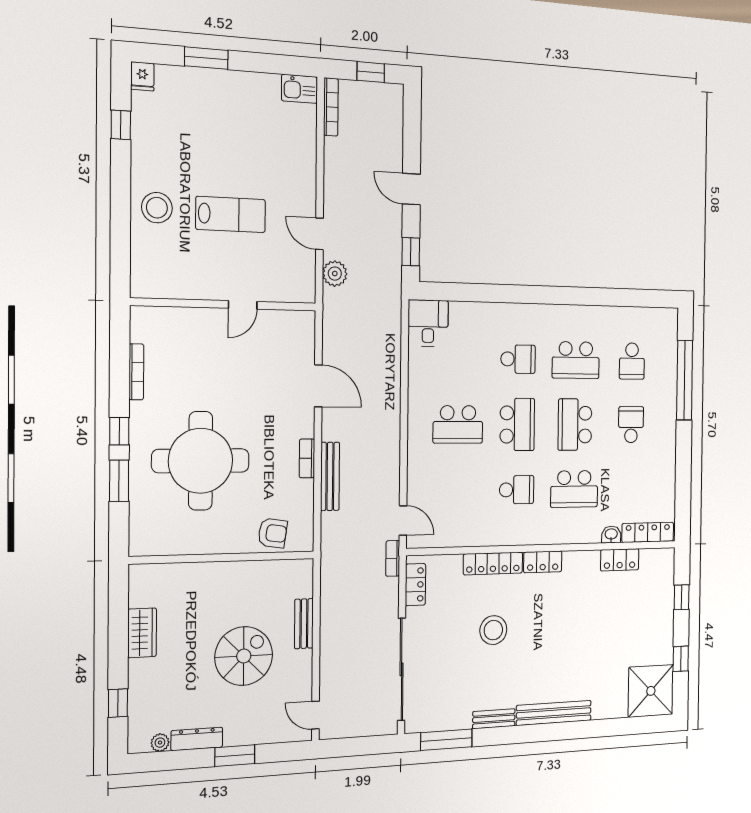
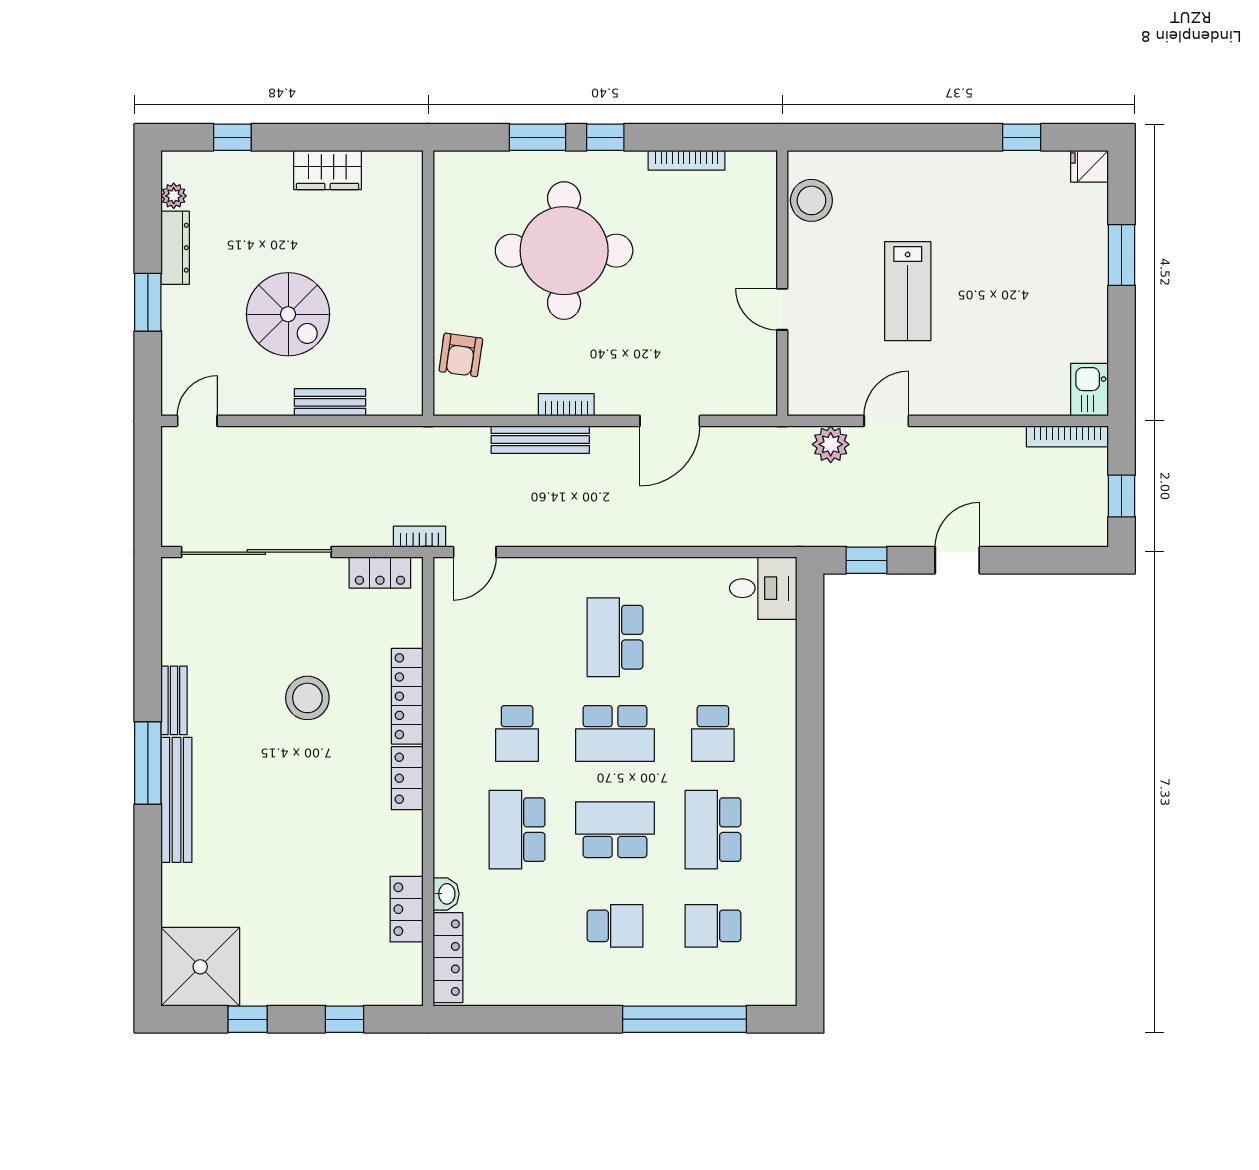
stool: (157, 208) -> (811, 200), moved
window: (446, 740) -> (148, 763), moved

